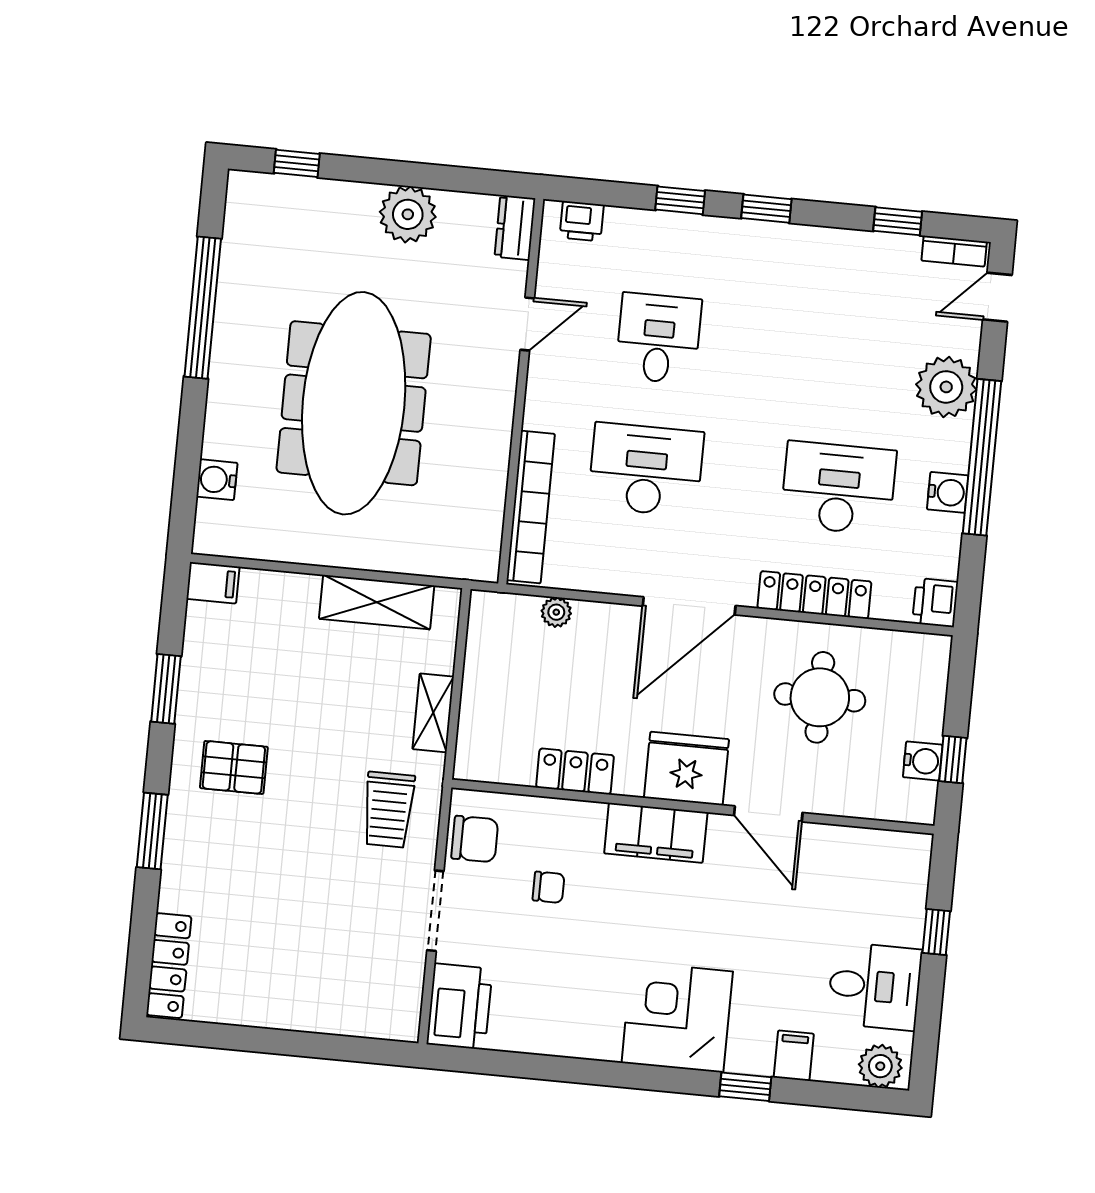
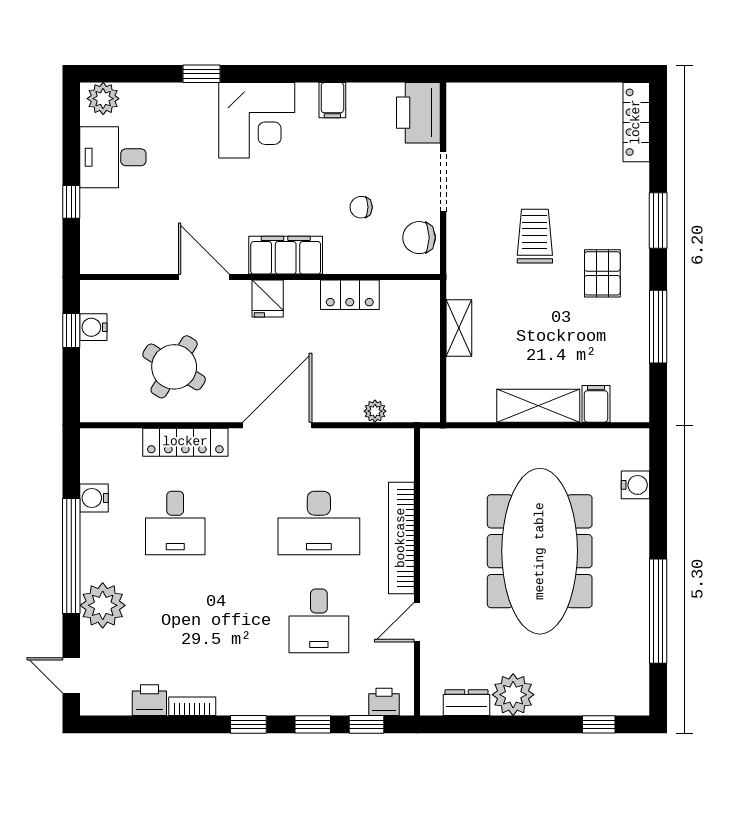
window: (898, 221) -> (367, 724), moved
dresser: (515, 228) -> (467, 703), moved, turned -90
bookcase: (954, 251) -> (192, 706), moved
door: (997, 297) -> (71, 675), swing flipped
desk: (838, 488) -> (175, 523), width x0.73
water cooler: (948, 492) -> (94, 498), moved
bookcase: (531, 507) -> (401, 538), moved
filing cabinet: (213, 583) -> (596, 404), moved, turned 90
shelving: (377, 602) -> (538, 406), moved
printer: (935, 603) -> (149, 700), moved, turned -90
window: (166, 689) -> (658, 327), width x1.44
round table: (820, 697) -> (174, 367), turned 32
pallet: (234, 767) -> (602, 273), turned 90
fridge: (686, 769) -> (268, 299), width x0.53, depth x0.75
trolley: (388, 810) -> (535, 236), moved
filing cabinet: (794, 1056) -> (332, 100), moved

